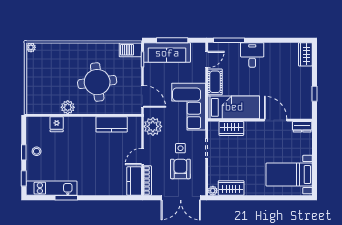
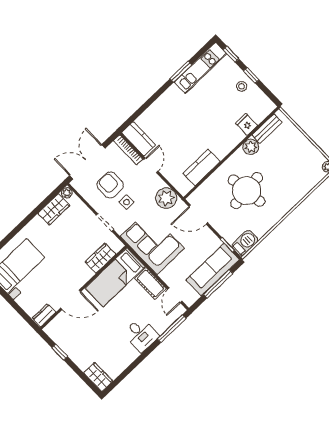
bench: (46, 109) -> (267, 129), added
armchair: (180, 169) -> (110, 185), turned 180

